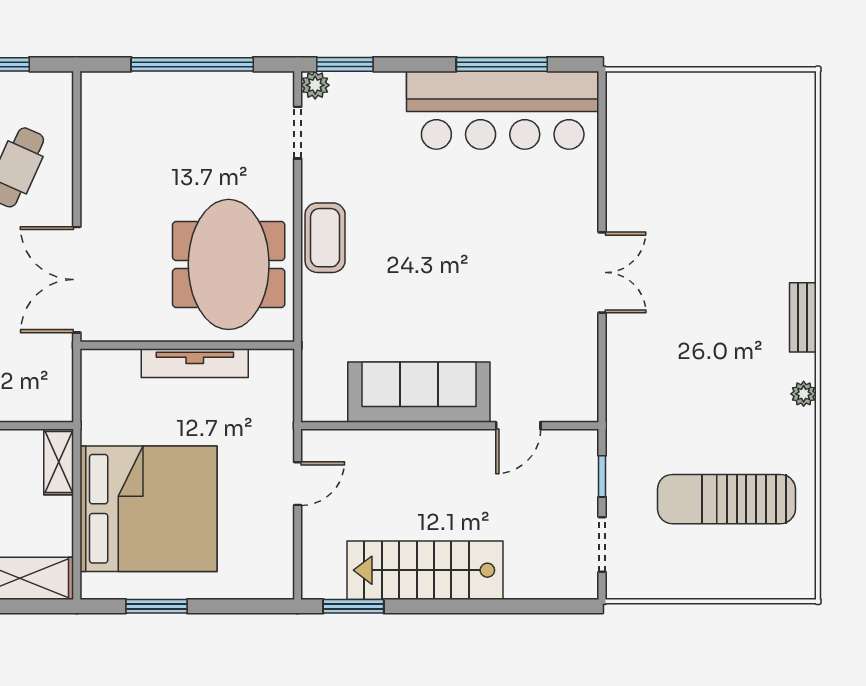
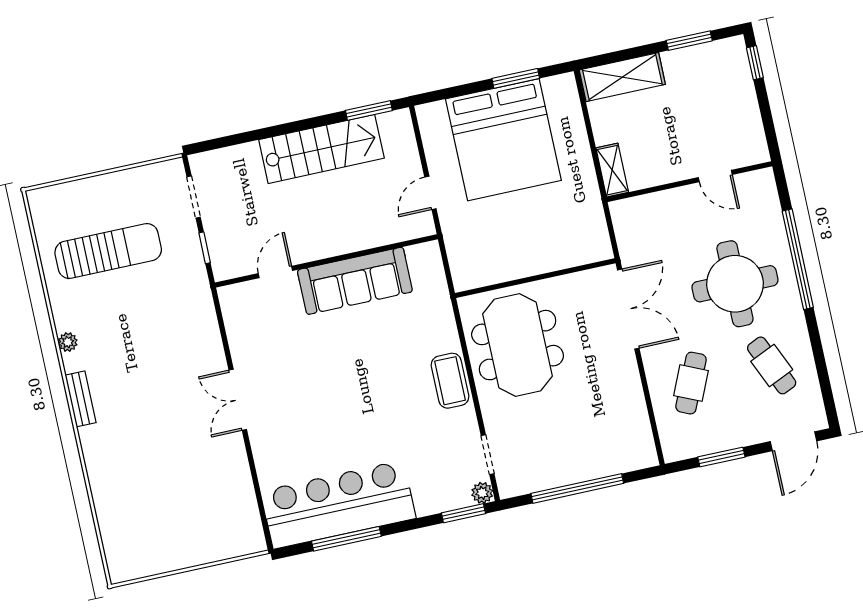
tv unit: (195, 363) -> (527, 266), removed
bed: (149, 509) -> (503, 140), moved, turned -90

